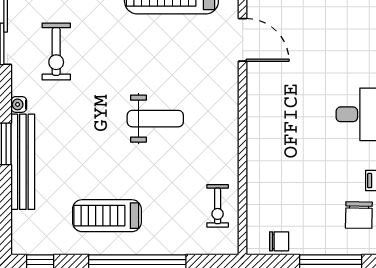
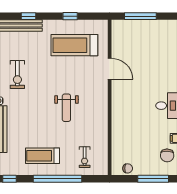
weight bench: (155, 119) -> (66, 108), turned 90
exercise bike: (218, 206) -> (85, 157), moved

